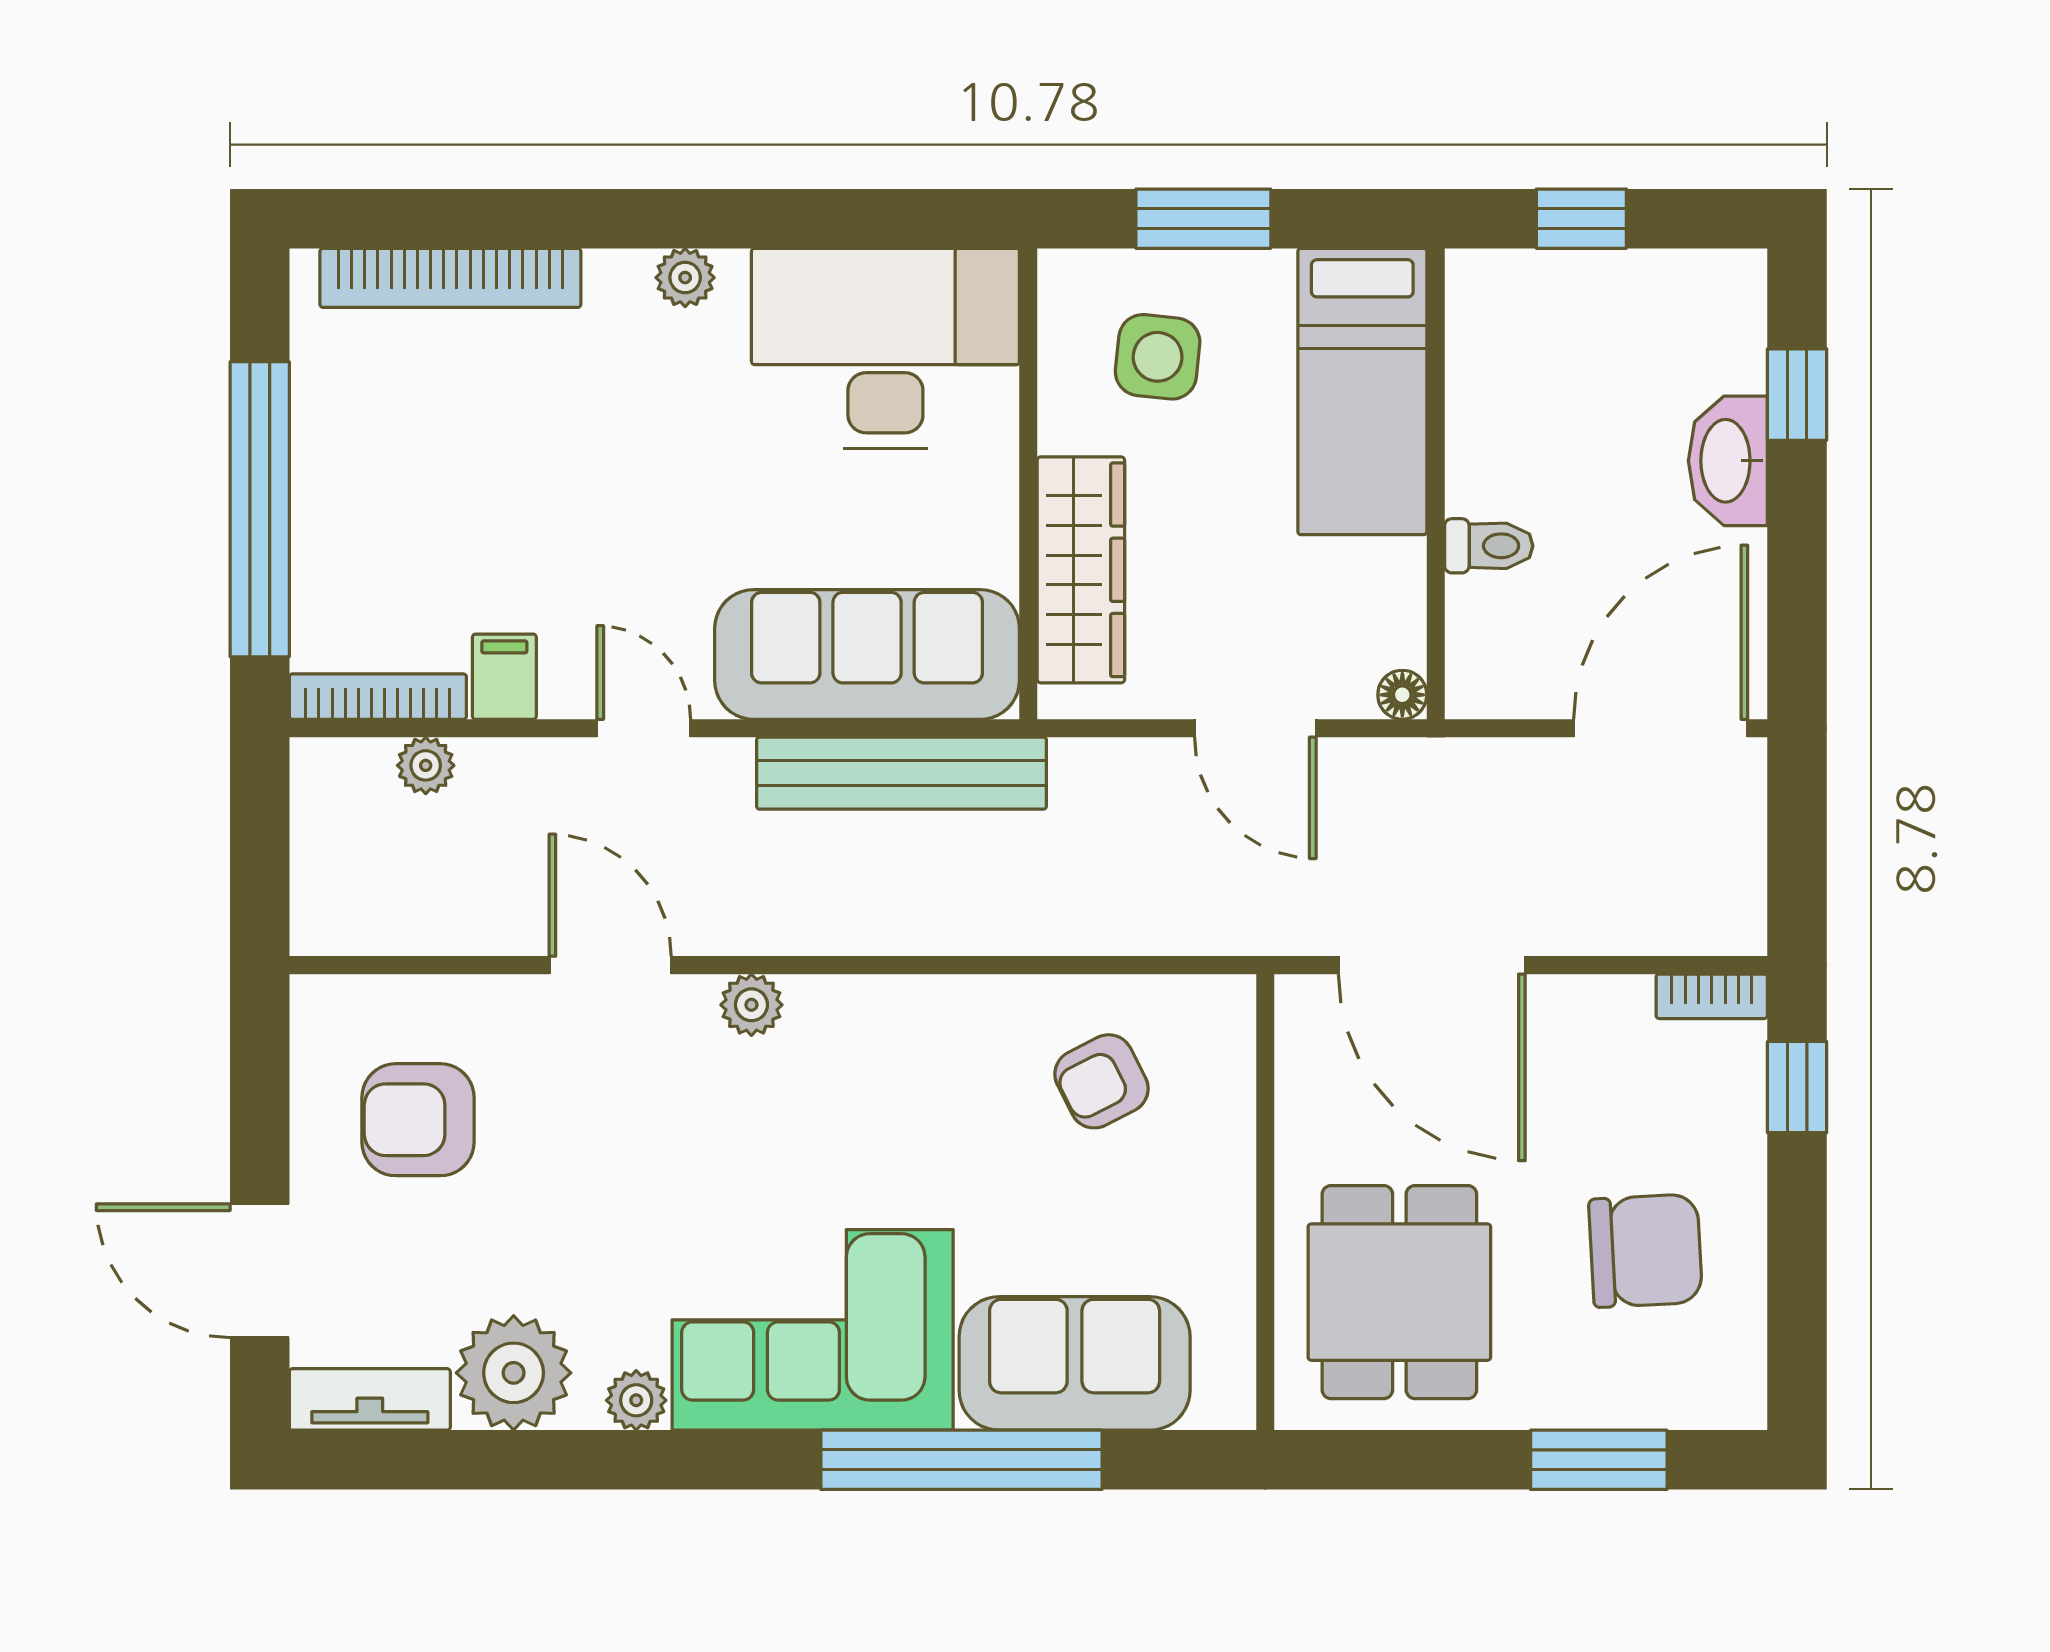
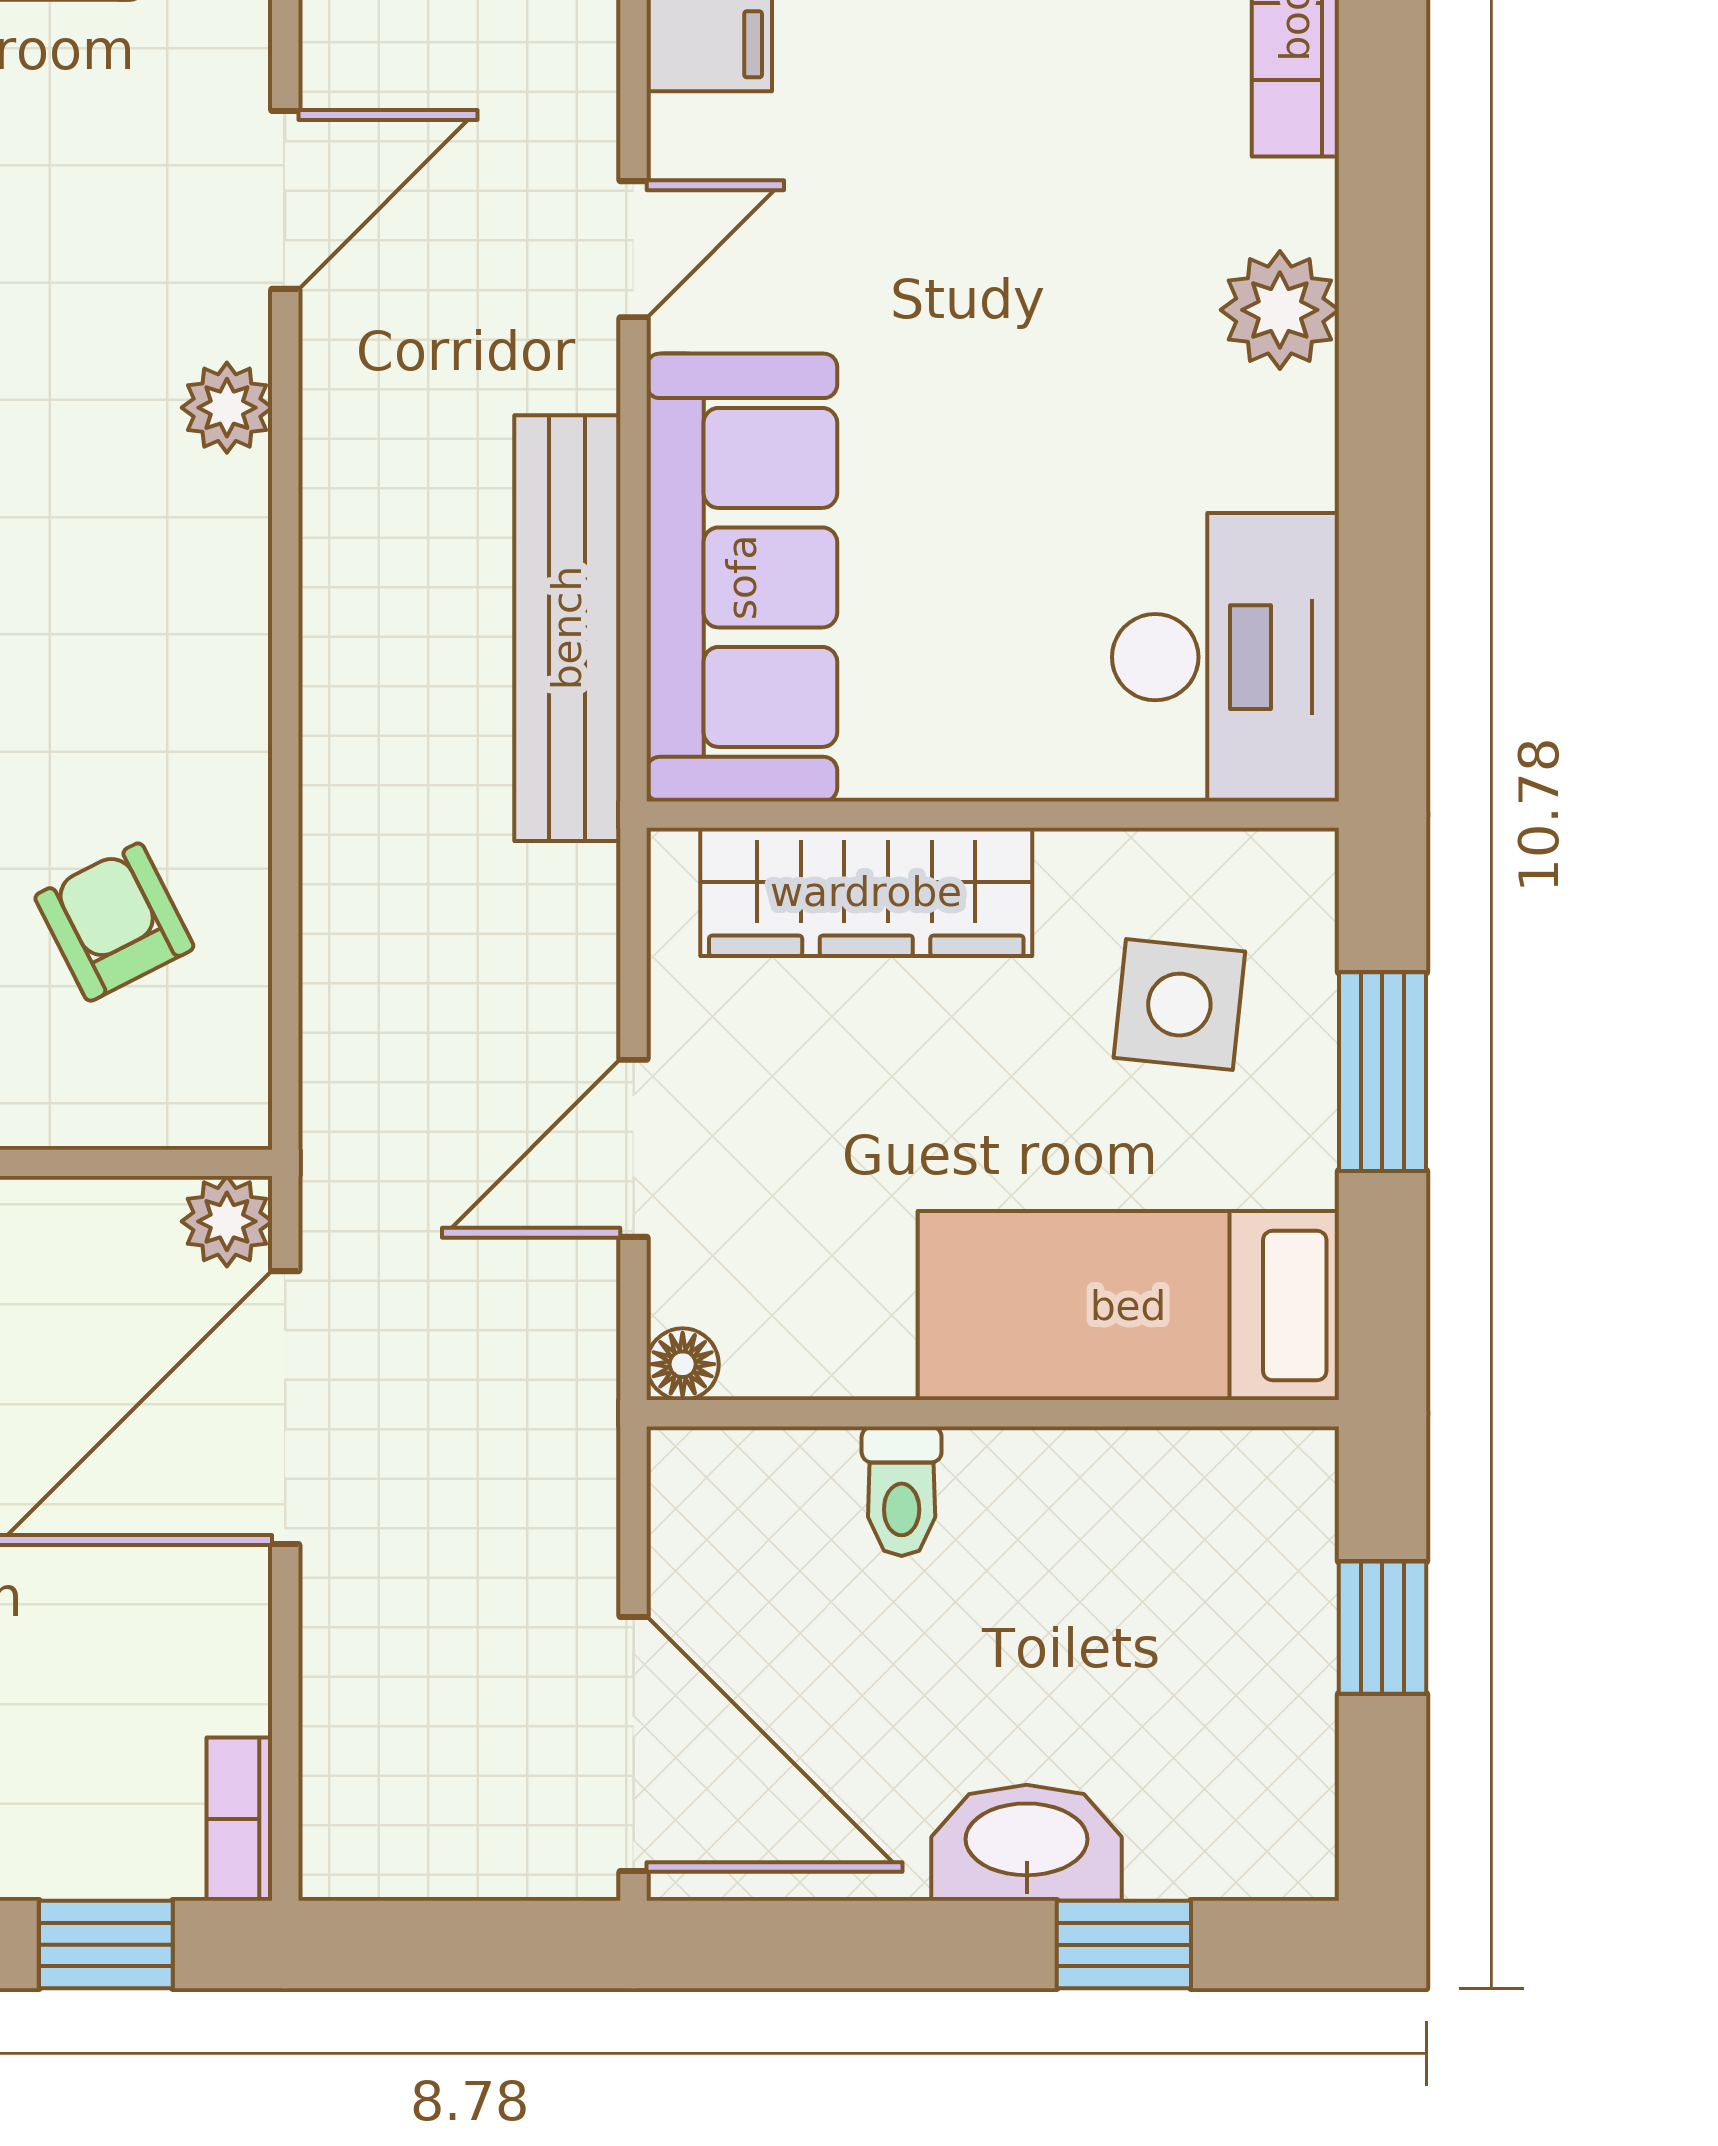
plant: (685, 278) -> (1280, 310), width x1.38, depth x1.38
desk: (885, 349) -> (1226, 657), width x0.73, depth x0.77
plant: (1305, 1005) -> (227, 1221), added

